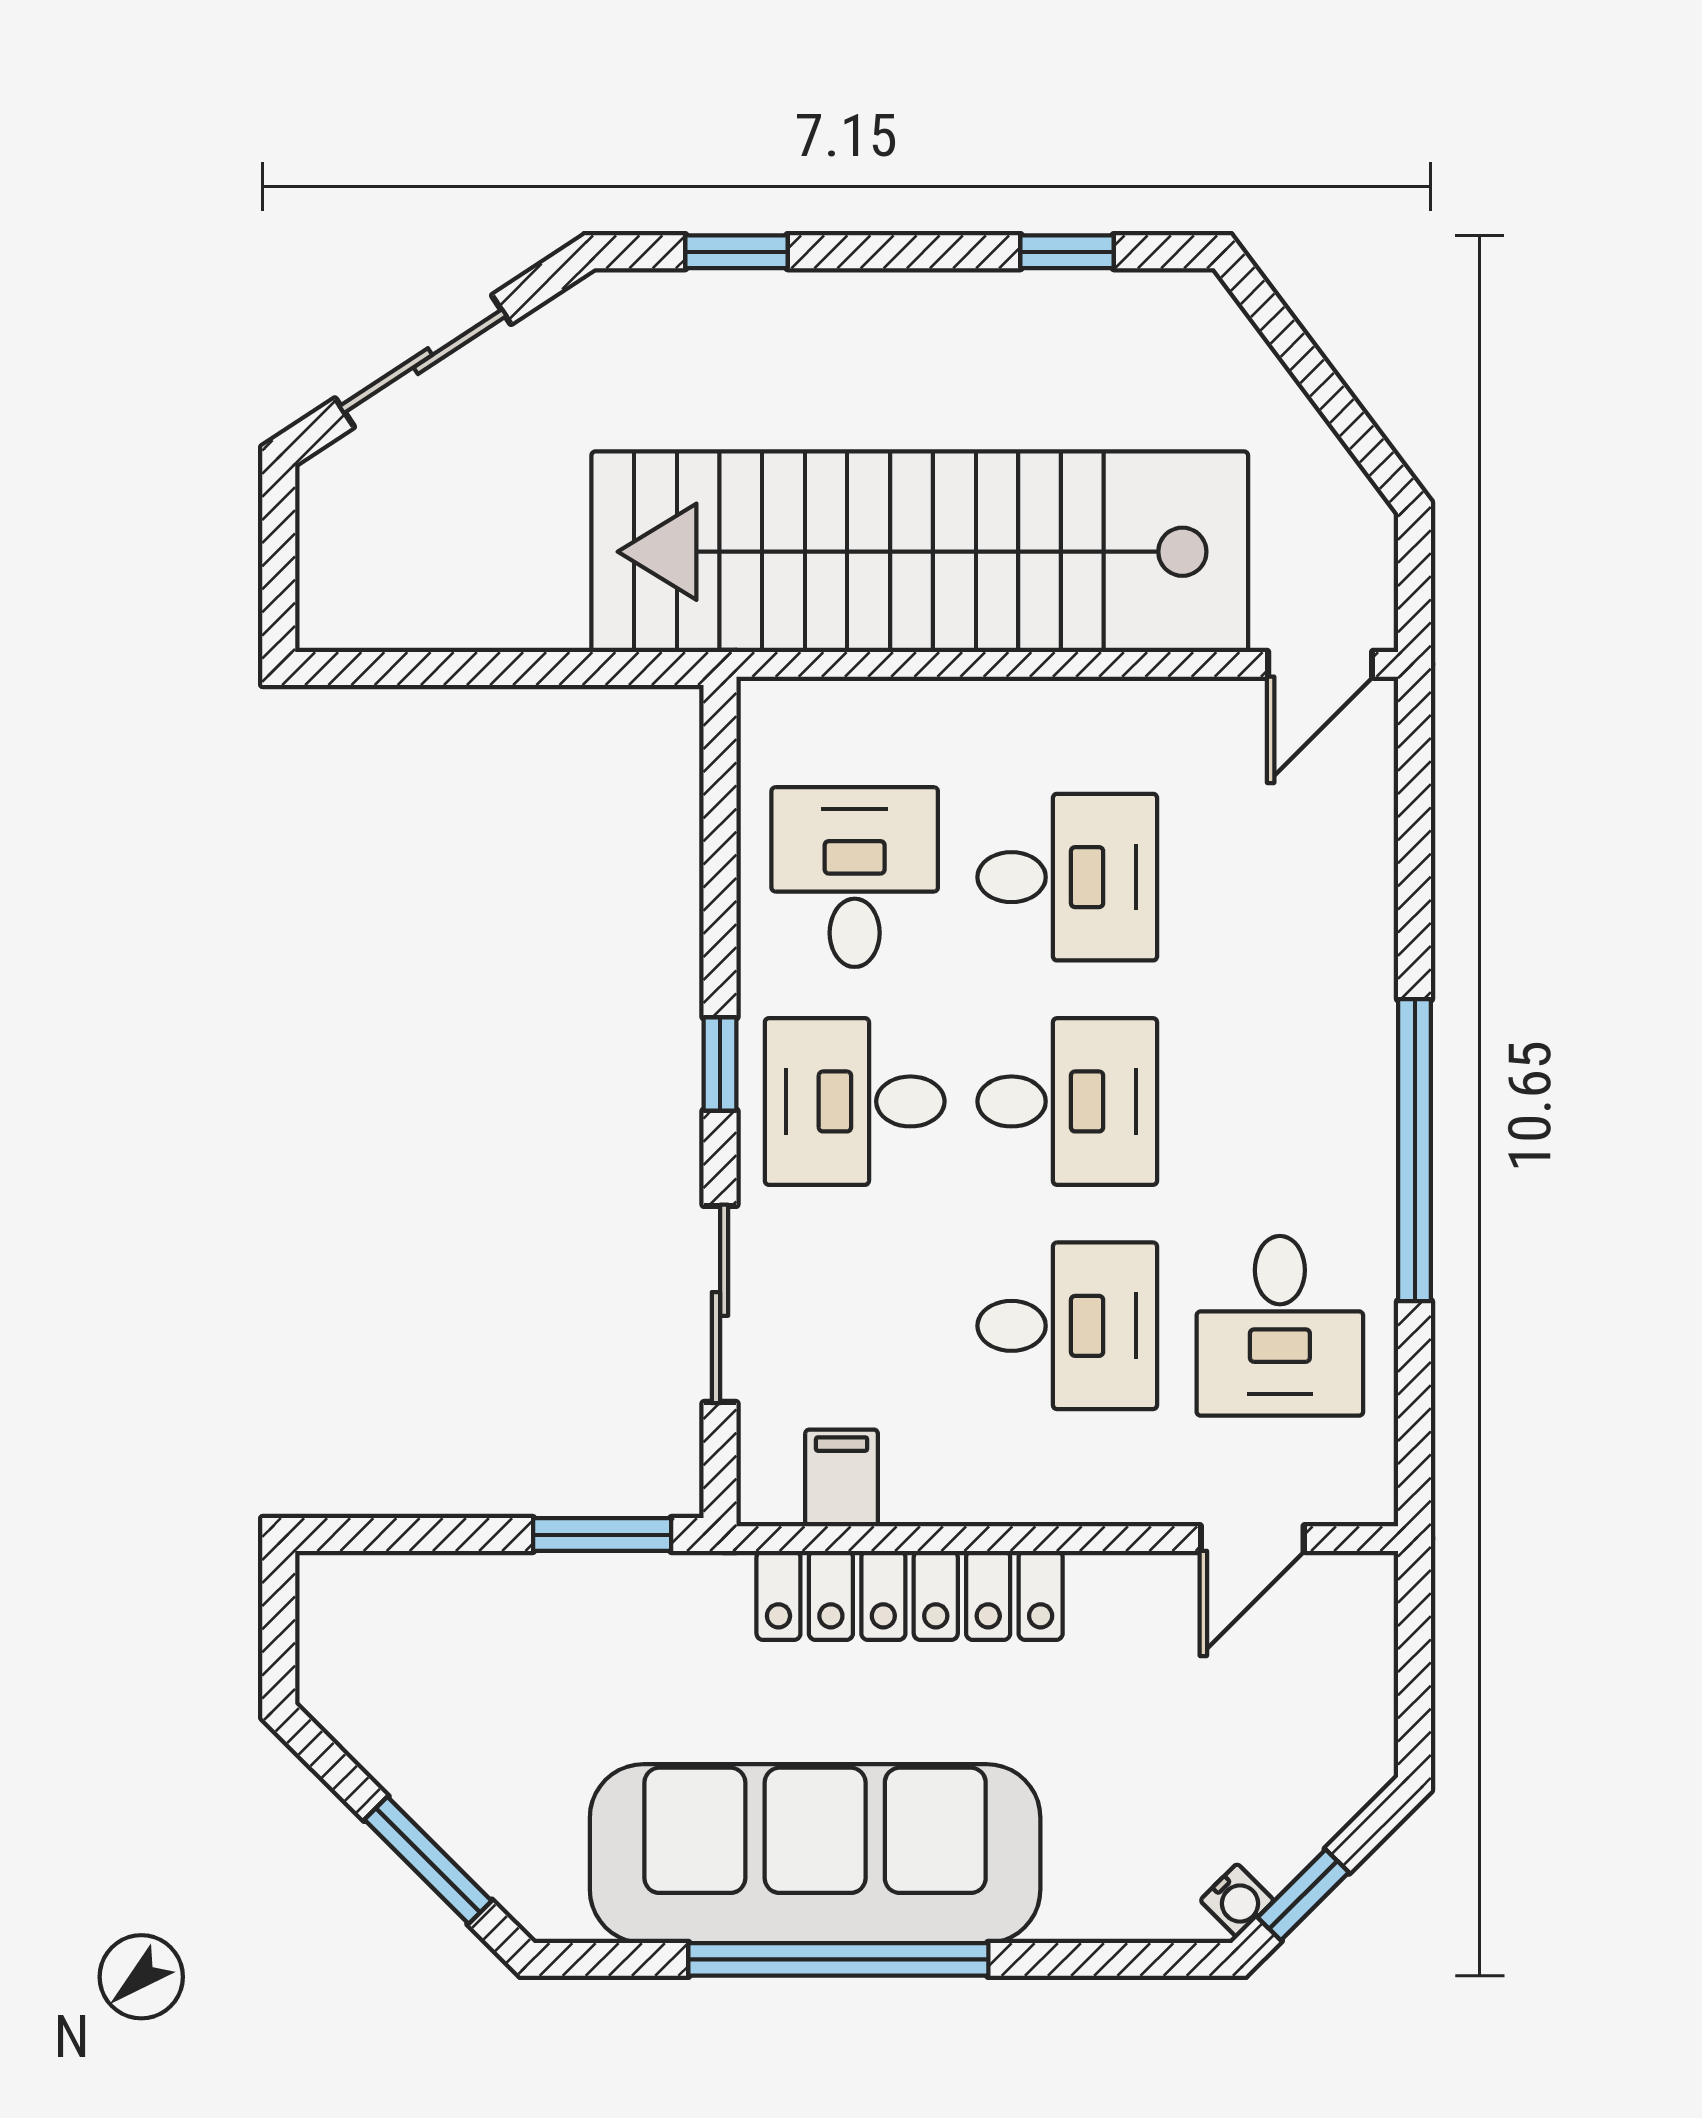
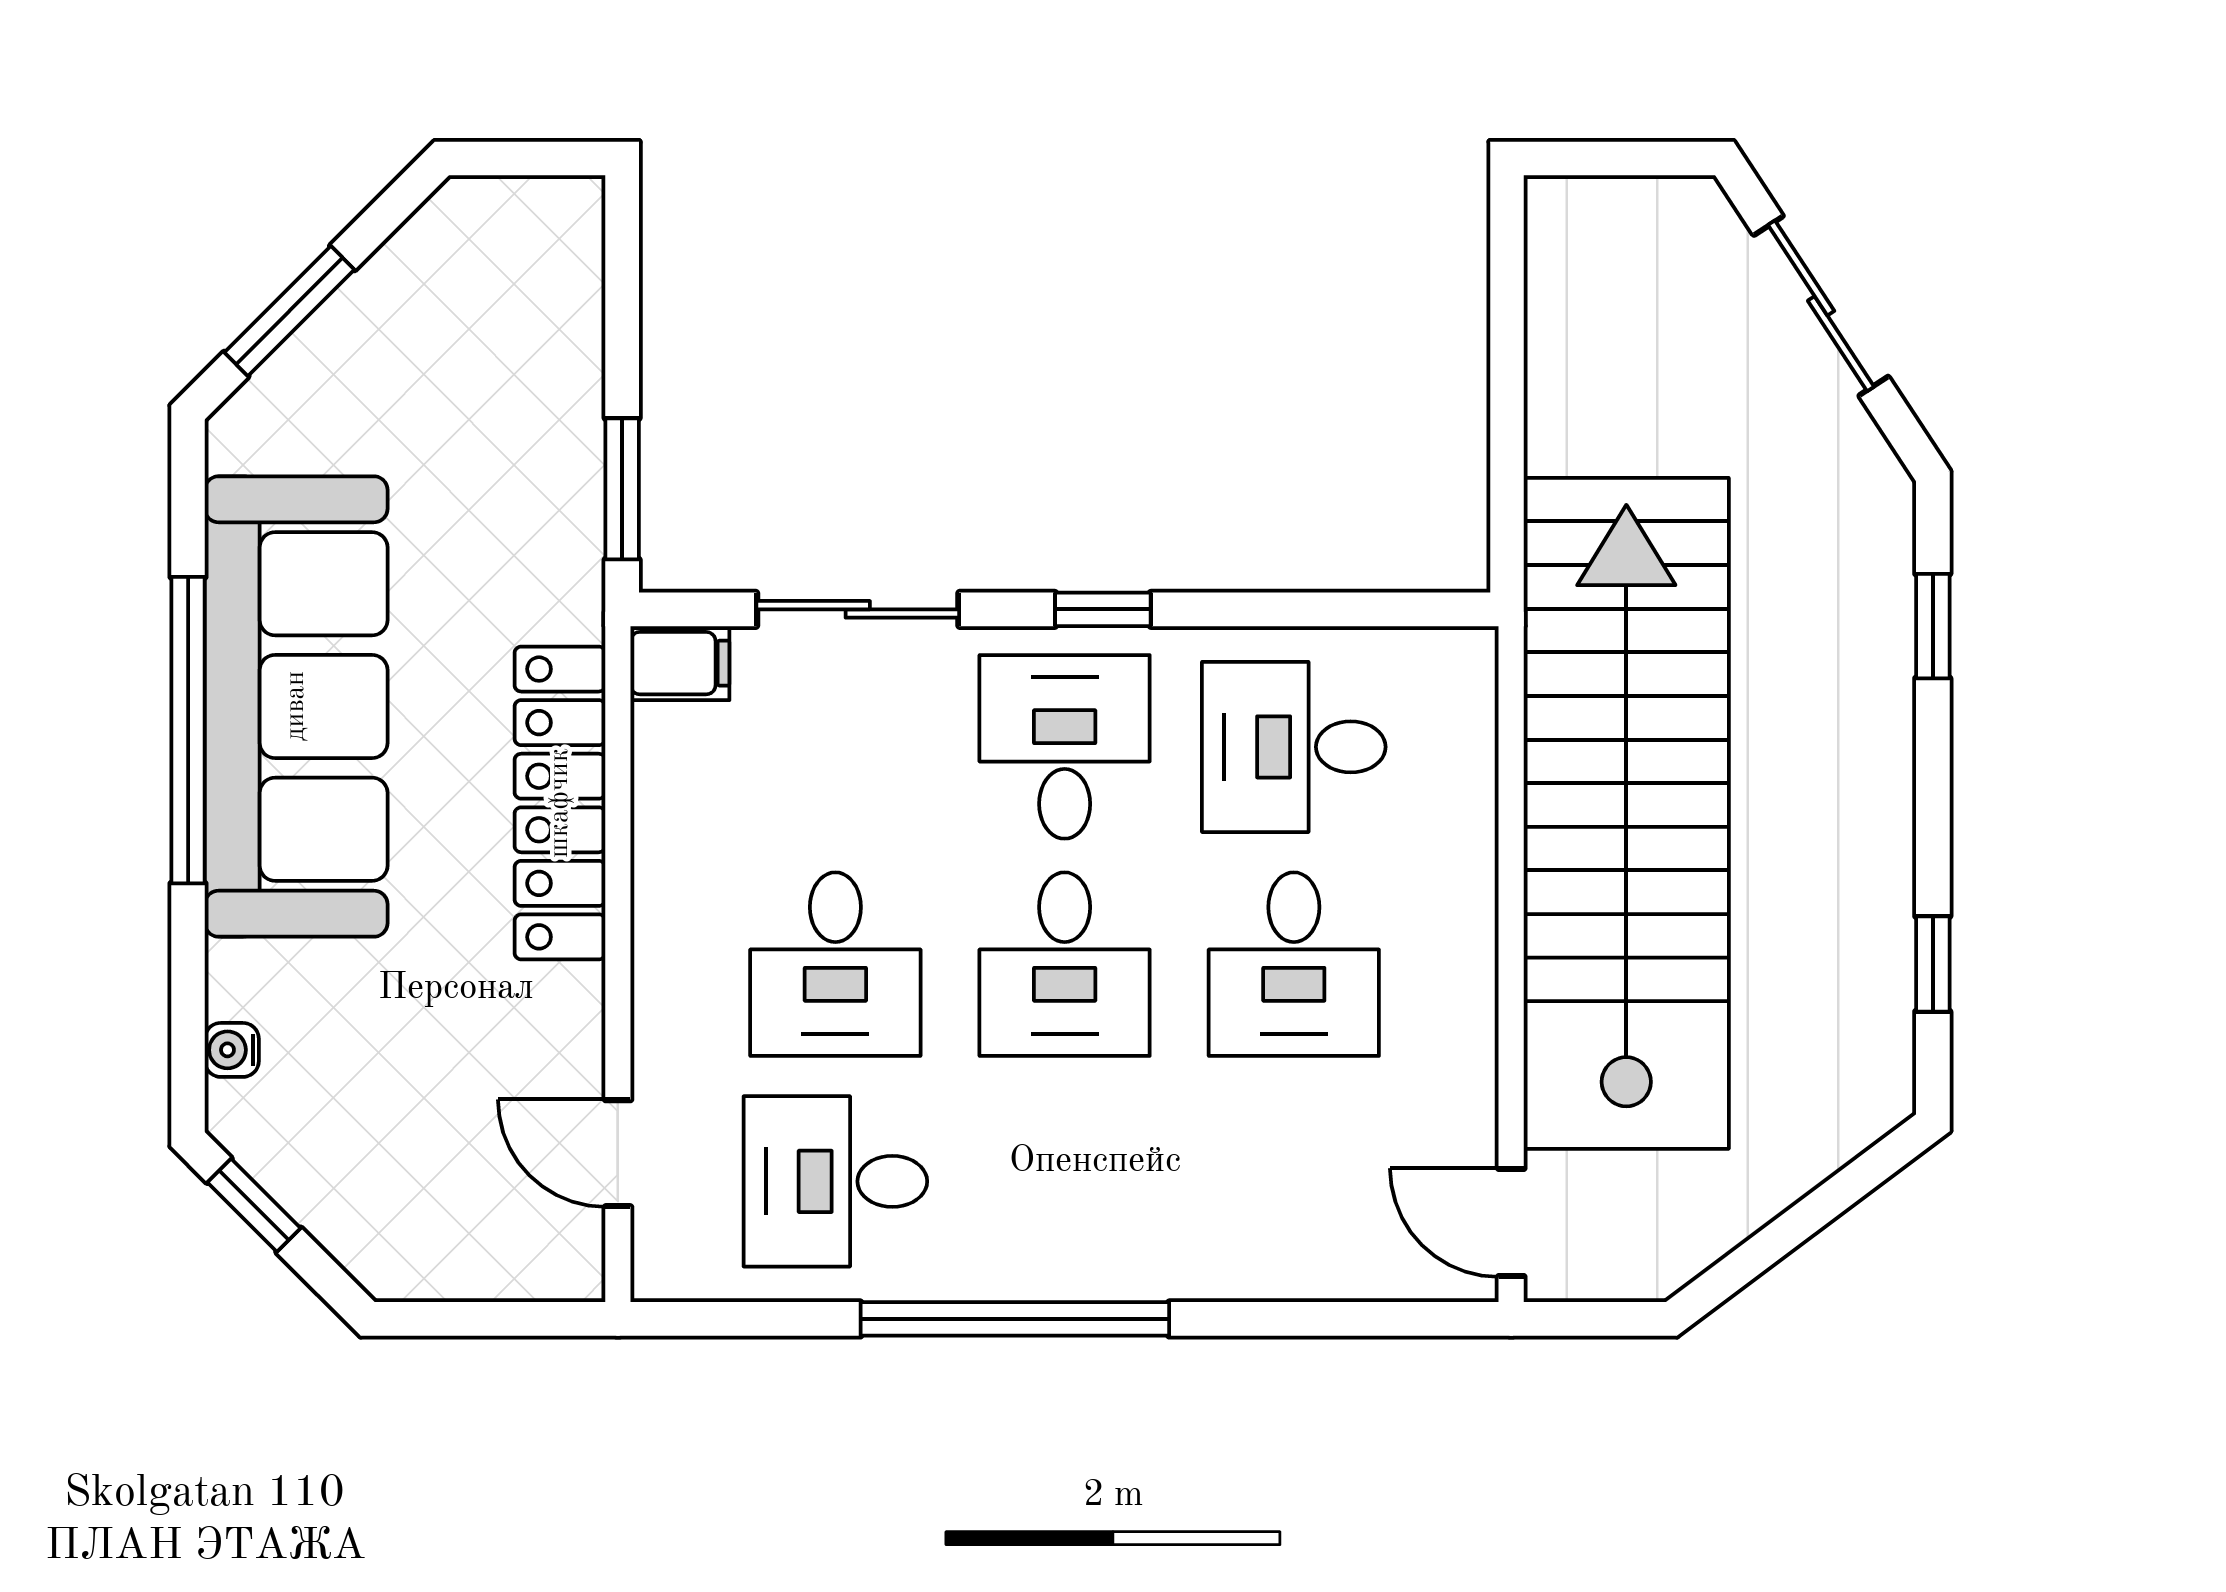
desk: (855, 877) -> (1294, 747), turned 180
filing cabinet: (842, 1478) -> (680, 663), moved
water cooler: (1237, 1900) -> (232, 1050), moved, turned 45

